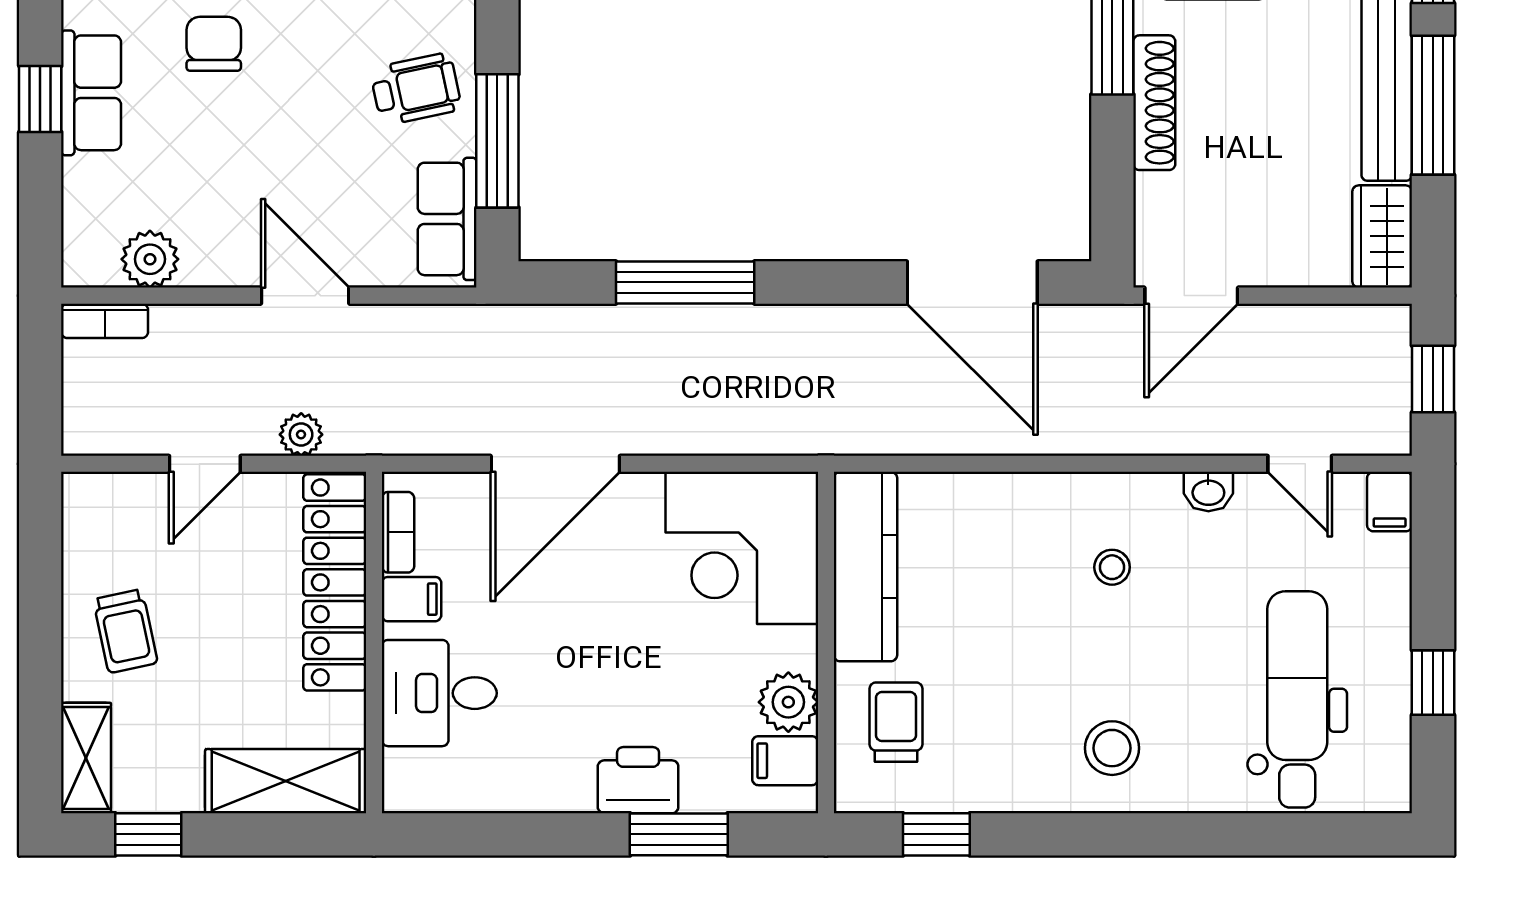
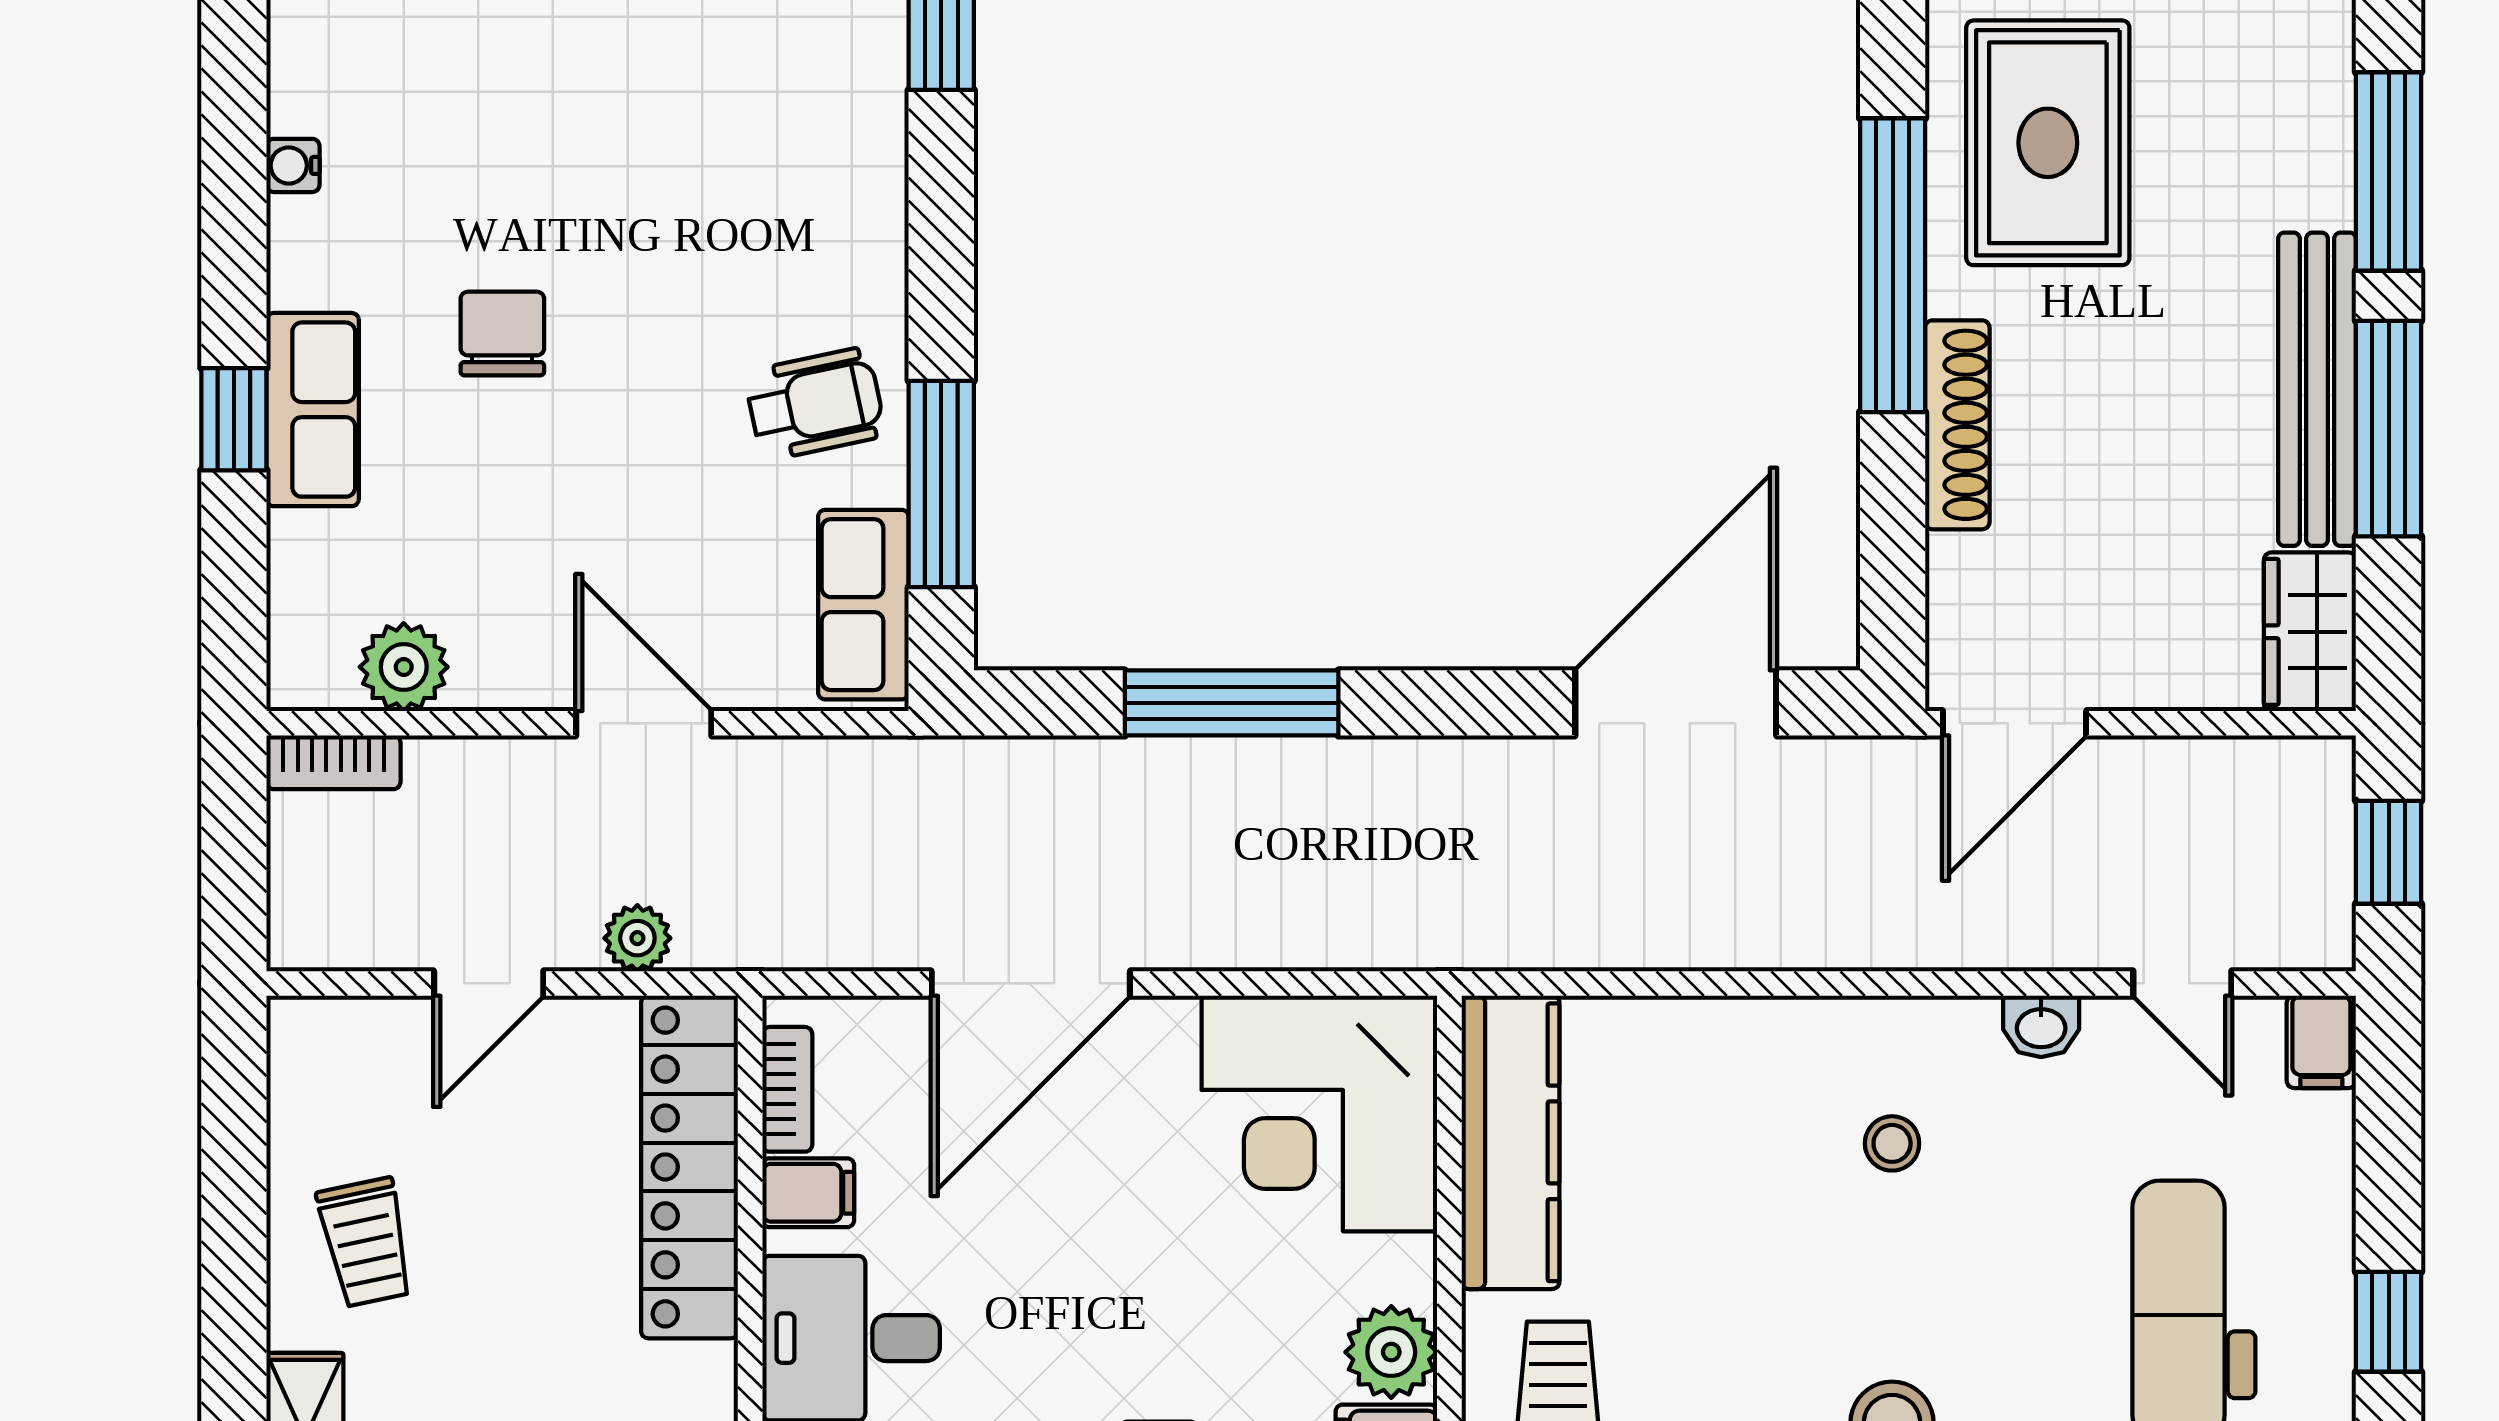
door: (972, 282) -> (1676, 703), swing flipped

